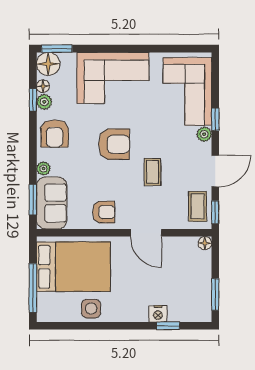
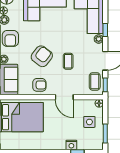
armchair: (114, 144) -> (42, 56), moved, turned -52
side table: (91, 309) -> (89, 122), moved

